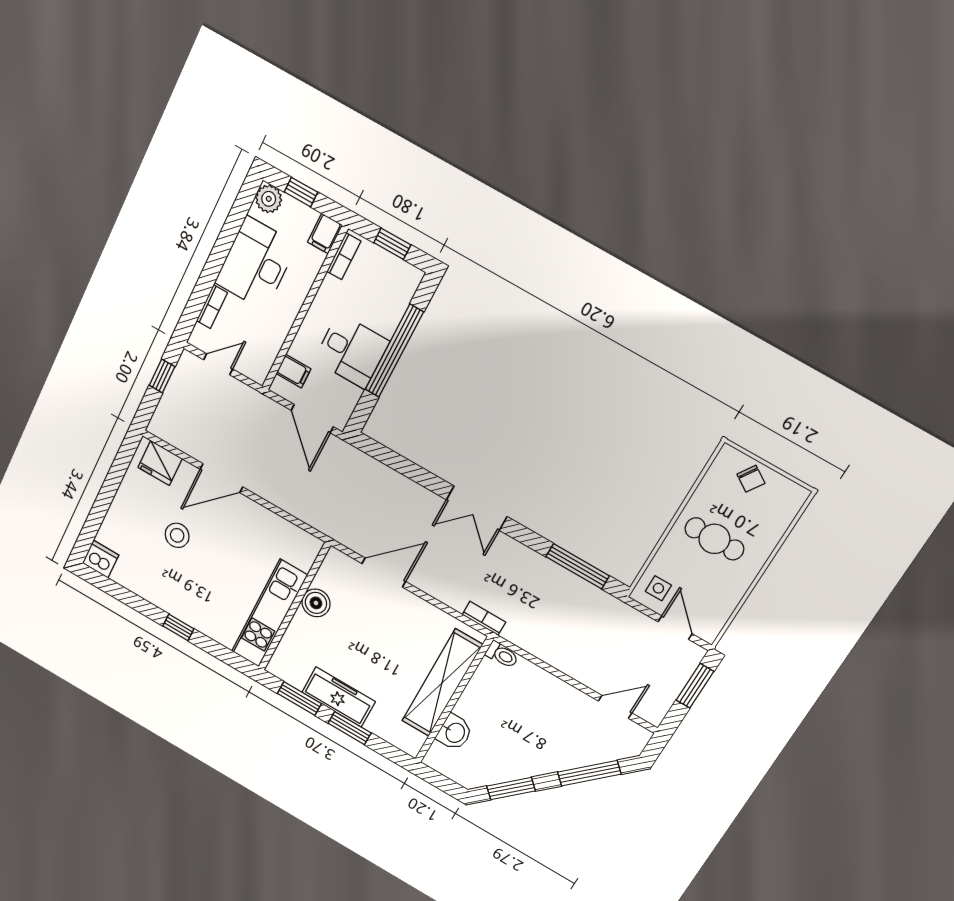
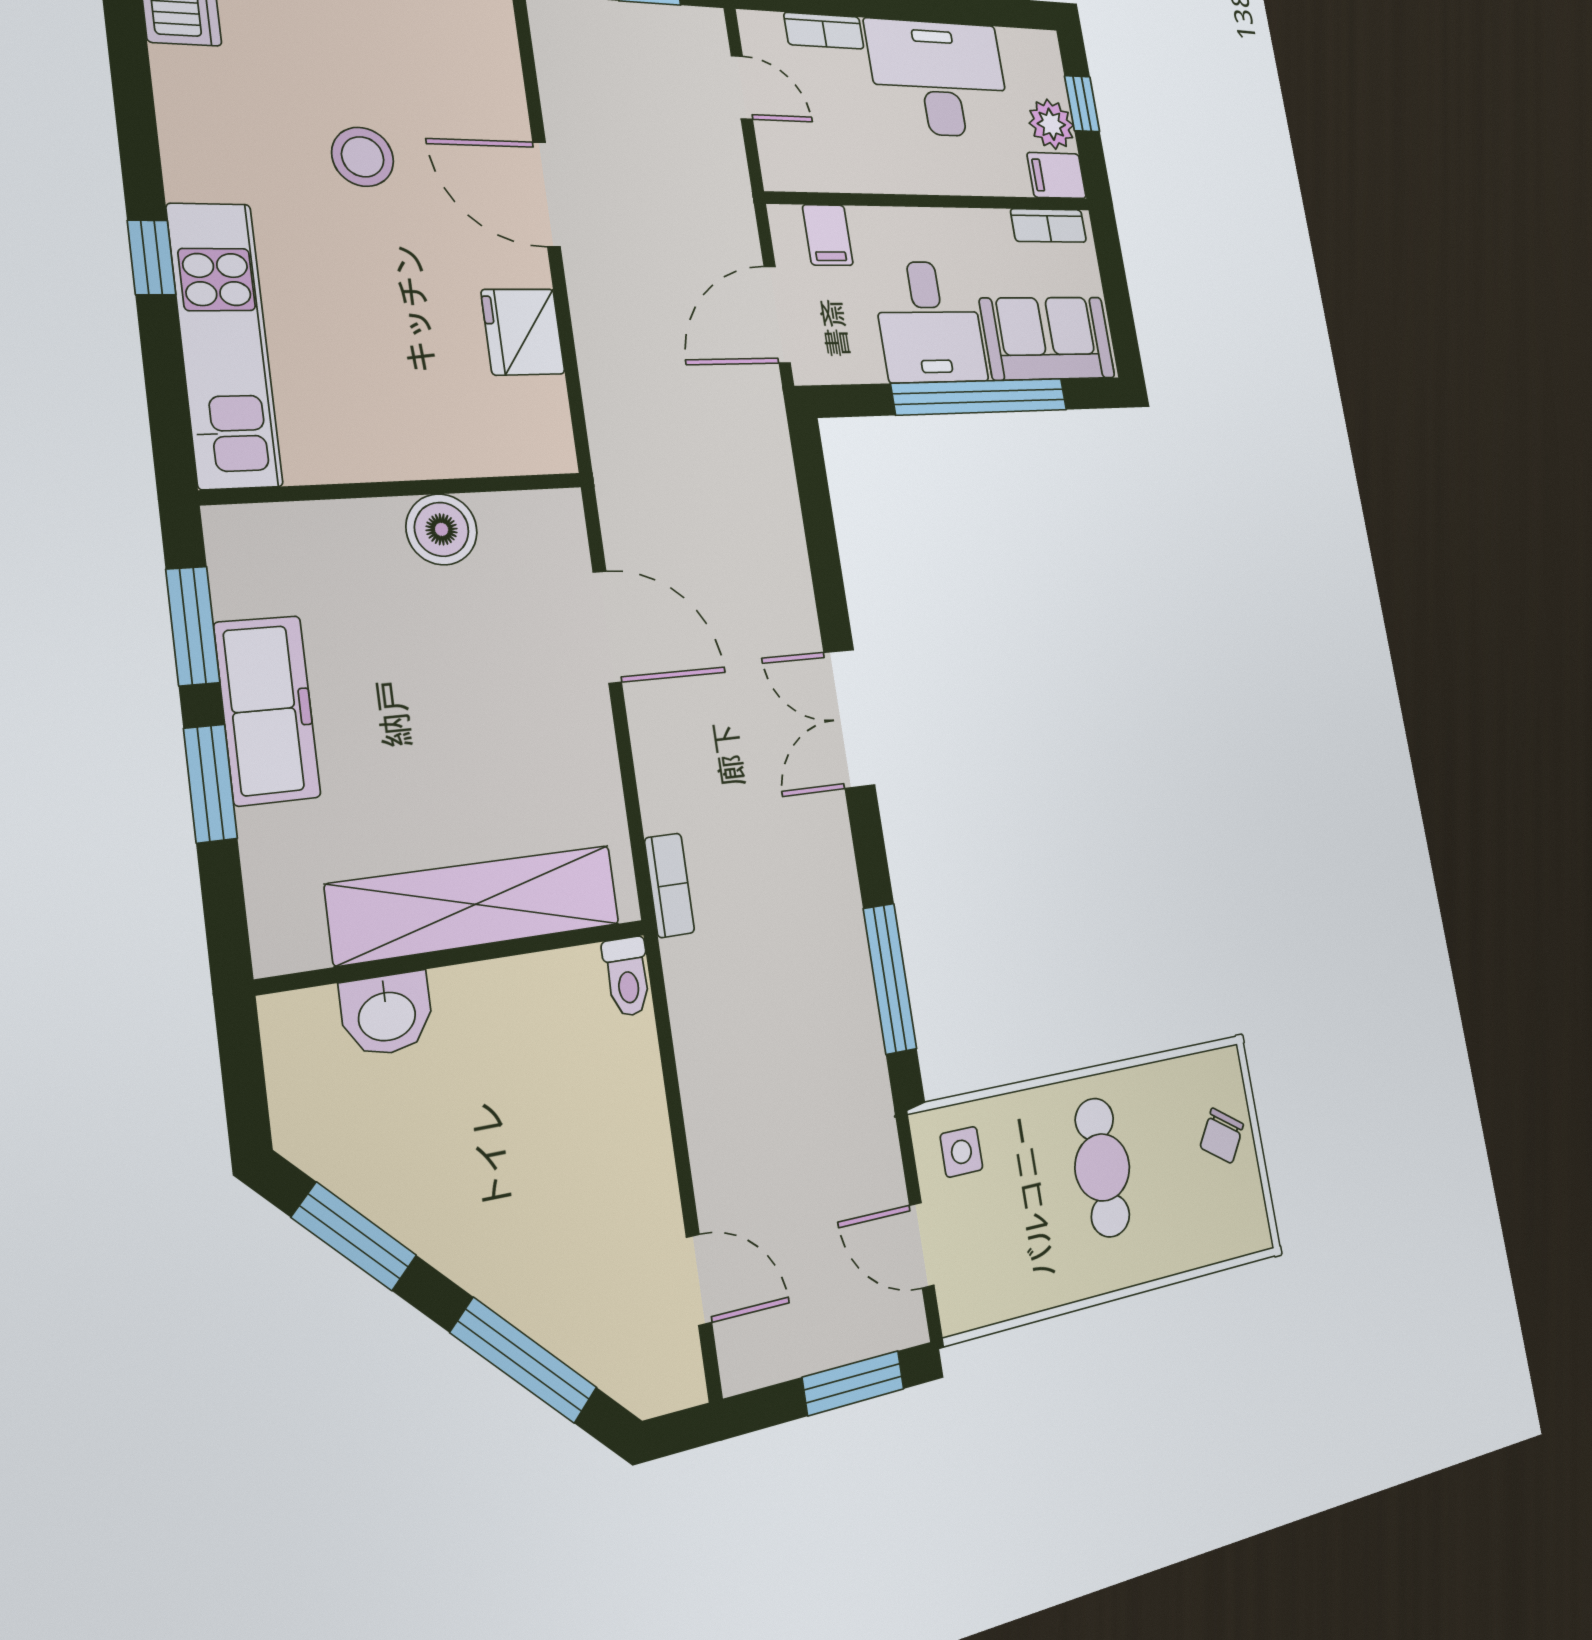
plant: (269, 199) -> (1051, 124), moved
window: (392, 244) -> (1117, 296), removed
sofa: (390, 297) -> (1048, 338), added
fridge: (160, 463) -> (523, 332), moved
kitchen unit: (269, 613) -> (224, 345), moved, turned 90
door: (675, 628) -> (922, 1245), swing flipped

